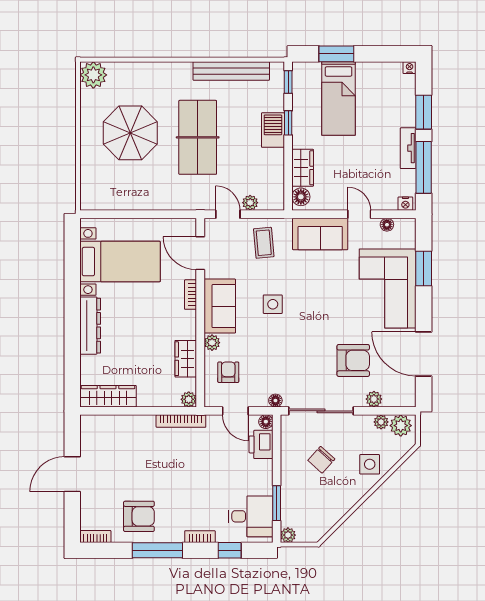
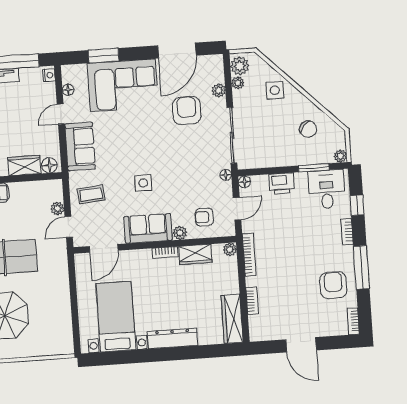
bookcase: (190, 295) -> (165, 252), moved
bookcase: (127, 421) -> (252, 301), added
printer: (261, 444) -> (281, 183), moved
chair: (321, 460) -> (308, 129), moved

